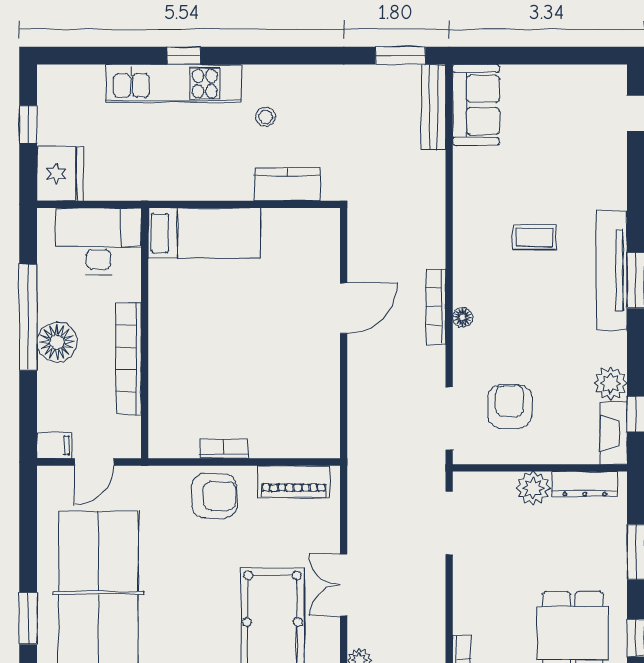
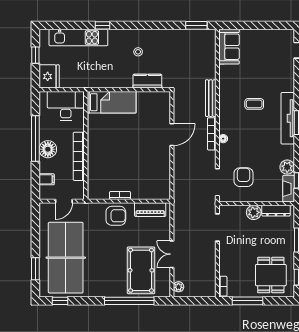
kitchen unit: (174, 84) -> (78, 38), moved
bench: (434, 107) -> (211, 98), moved
filing cabinet: (54, 445) -> (47, 179), moved

